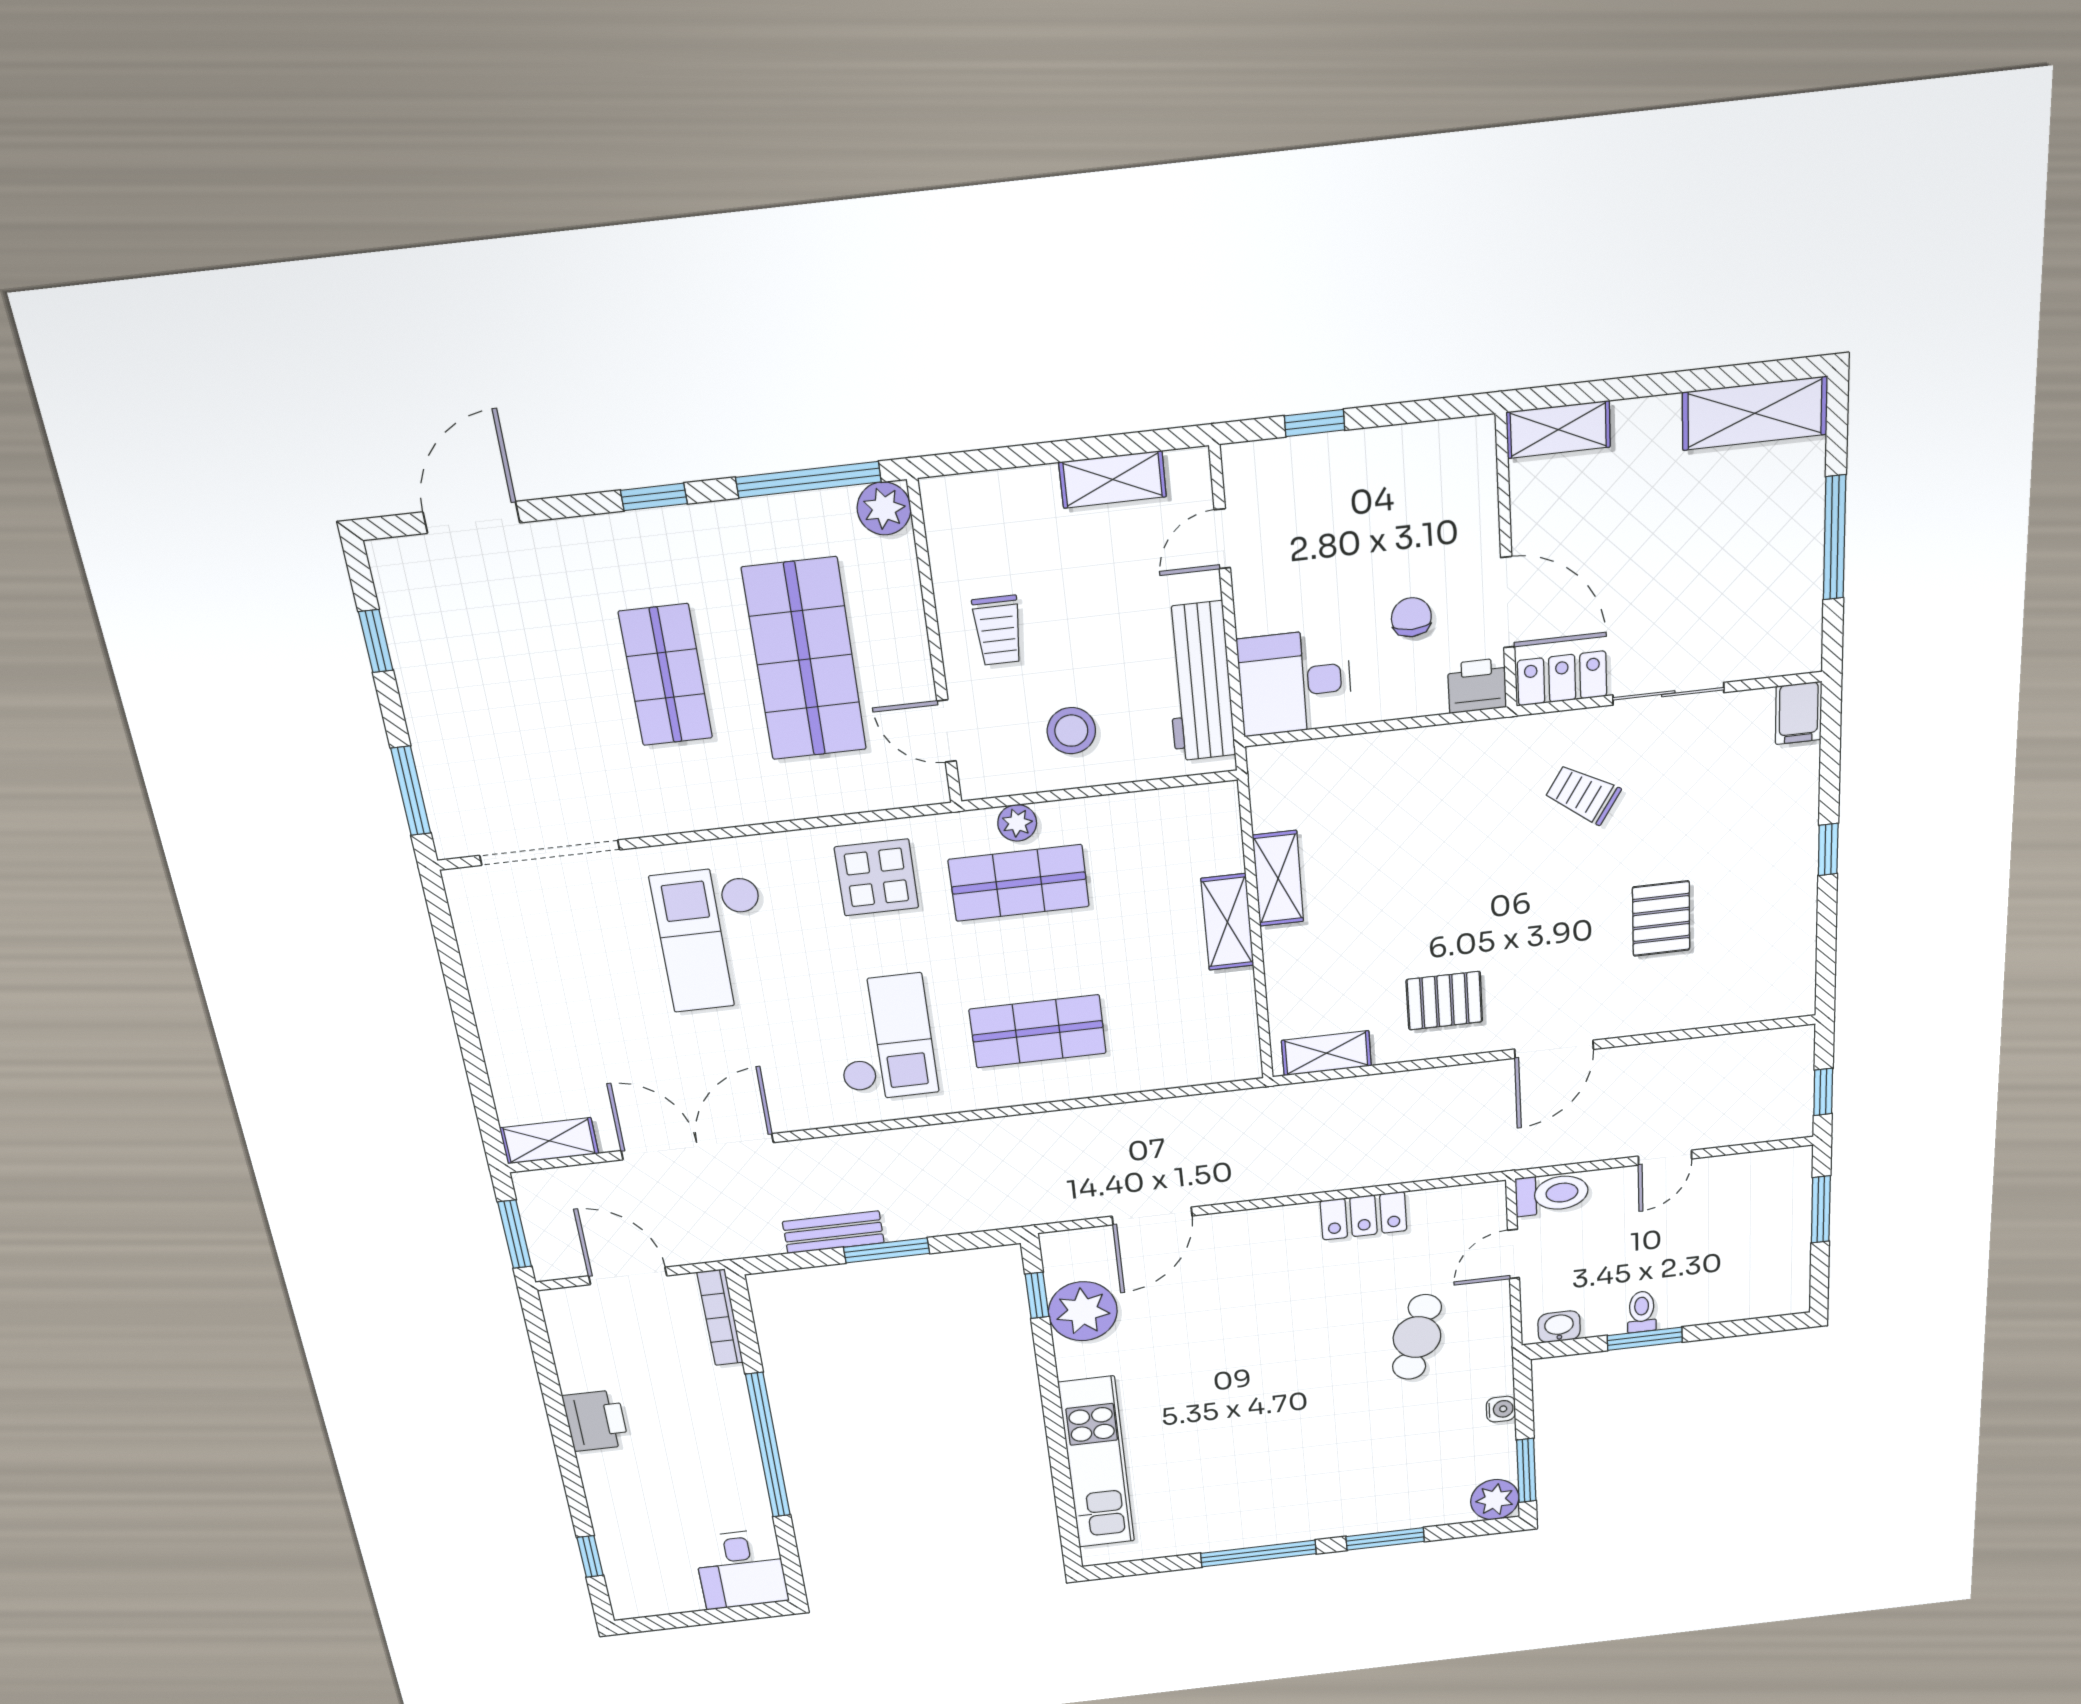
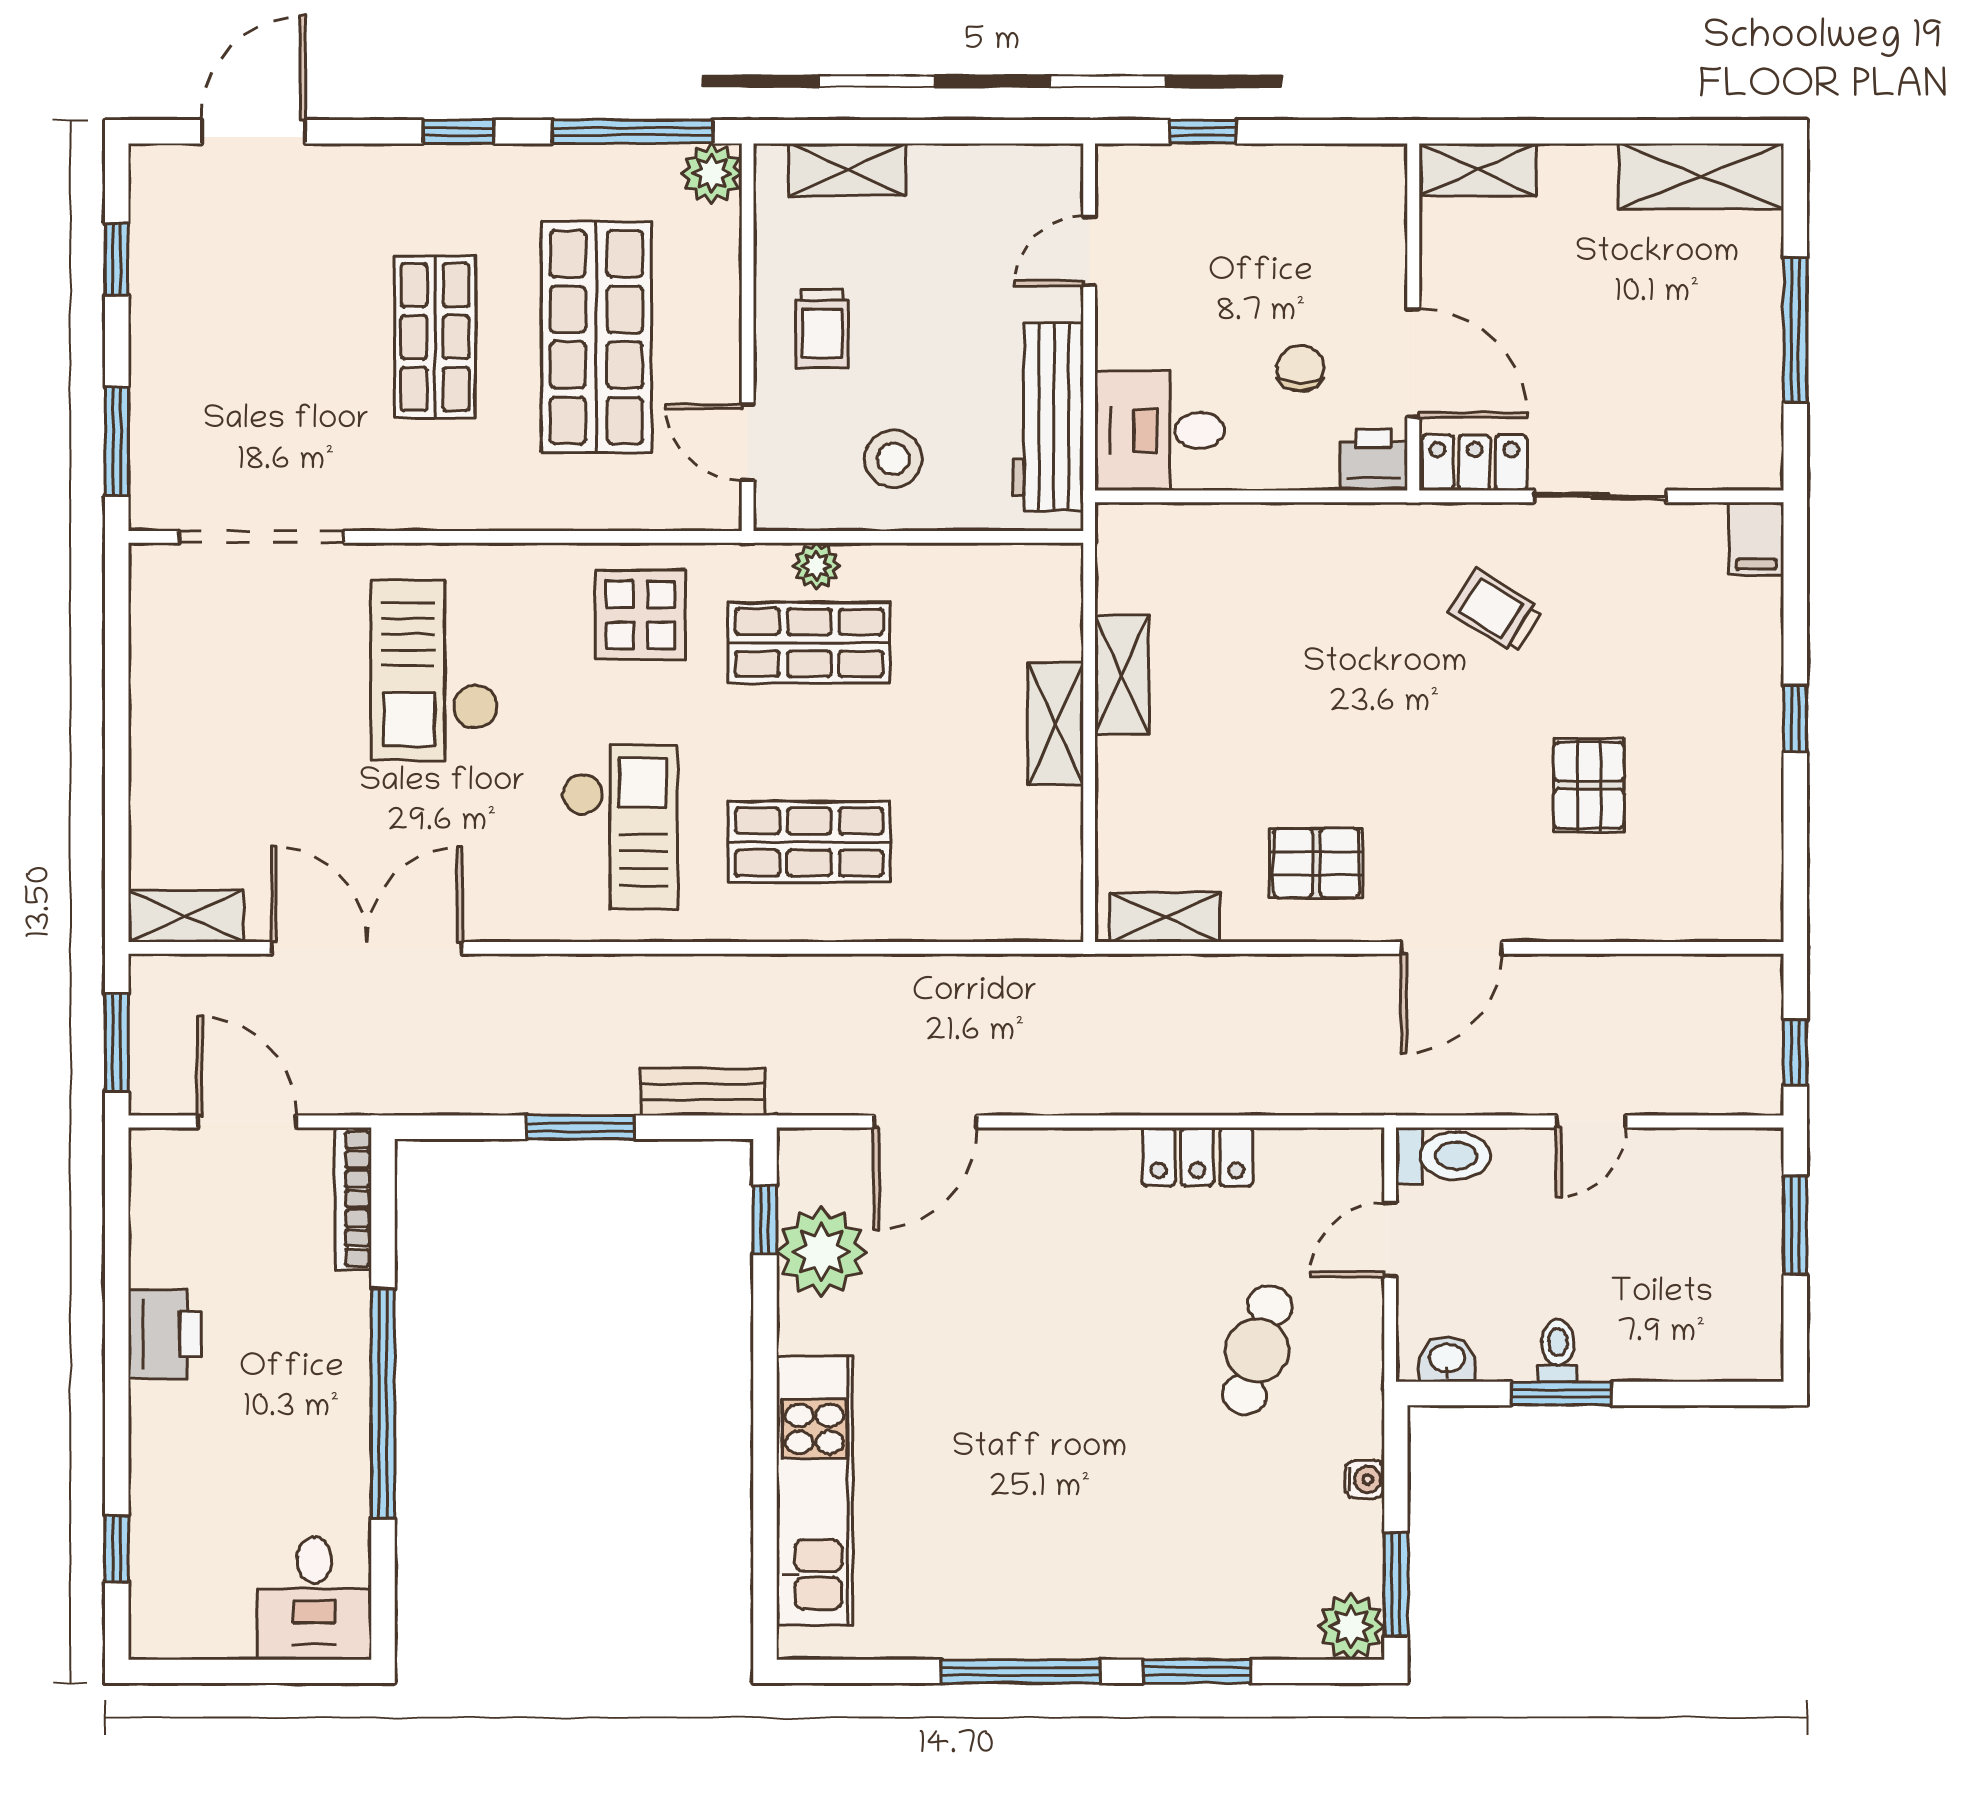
shelving: (1113, 479) -> (847, 170), moved
bench: (833, 1232) -> (703, 1092), moved

